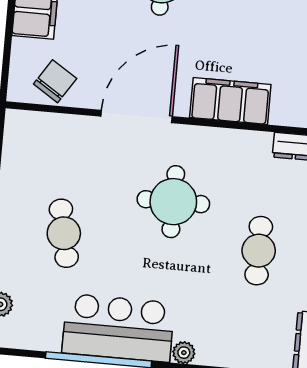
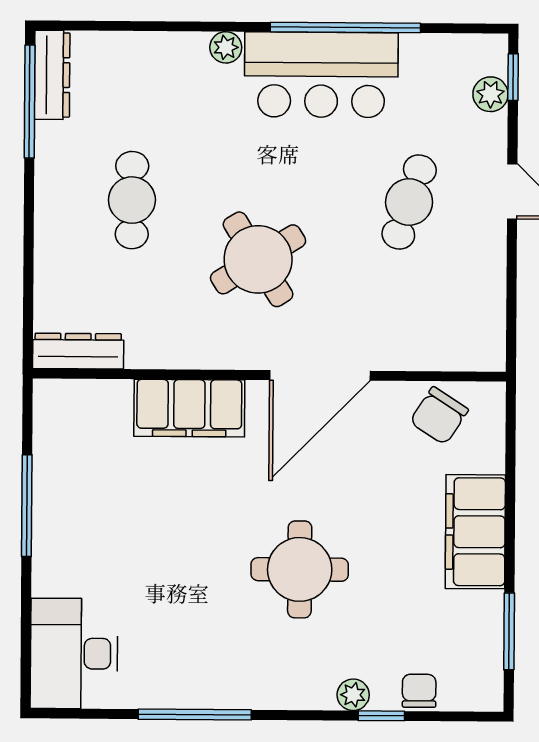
round table: (173, 202) -> (258, 259), turned -32
cafe table: (64, 233) -> (409, 202), turned 30

